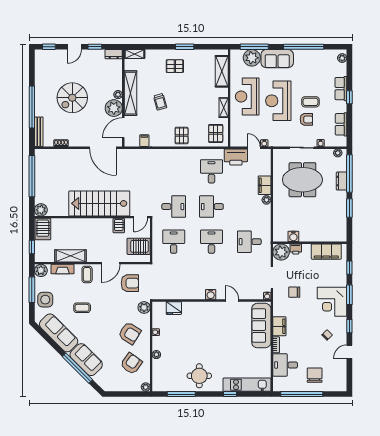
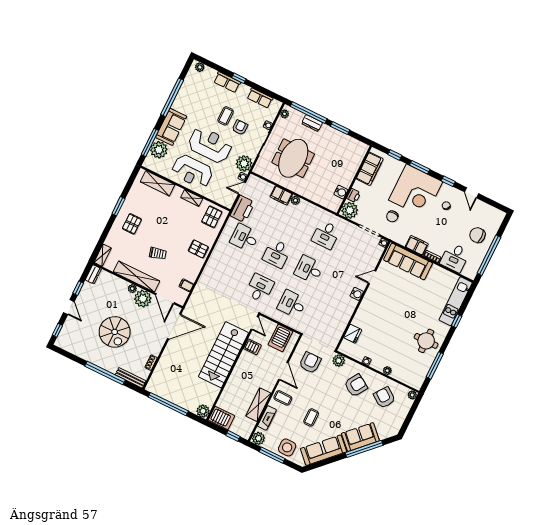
reception desk: (278, 101) -> (210, 145), turned 180
pallet: (216, 133) -> (212, 217), turned 90
plant: (277, 139) -> (244, 163), added
corner desk: (332, 302) -> (416, 191), width x1.36, depth x1.36

